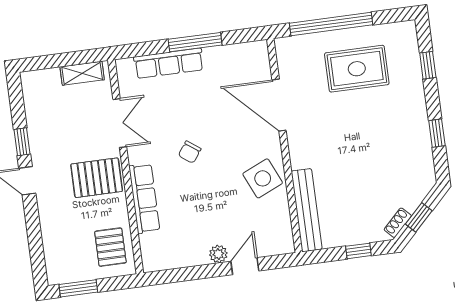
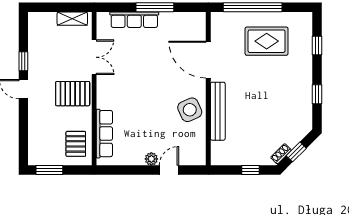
chair: (190, 152) -> (141, 84), removed
row of seats: (144, 198) -> (104, 134), moved
bench: (307, 210) -> (218, 111), moved

